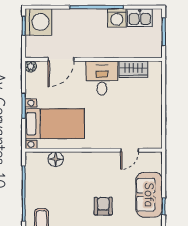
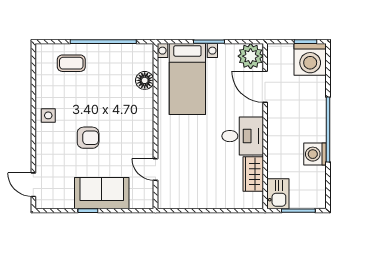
kitchen sink: (140, 18) -> (278, 194), moved, turned 180
plant: (31, 66) -> (251, 56), width x1.88, depth x1.88

